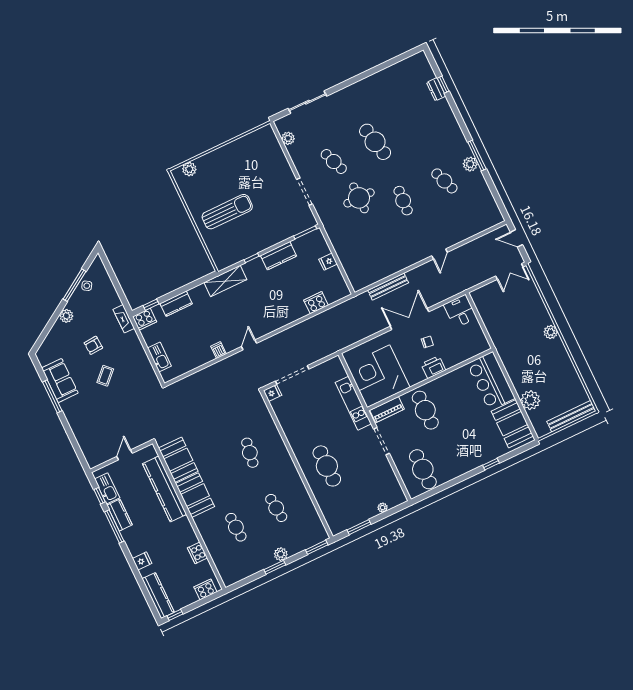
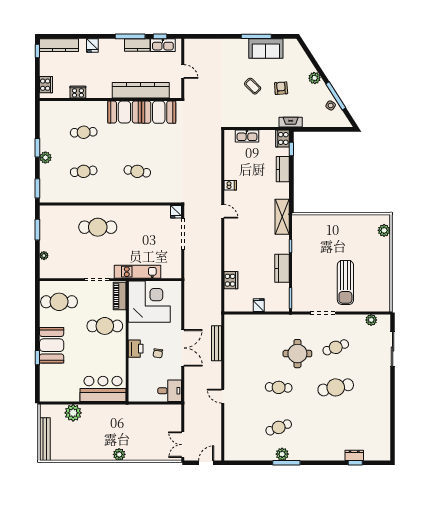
sun lounger: (227, 212) -> (345, 283), moved
booth: (512, 424) -> (52, 345), moved, turned 90

